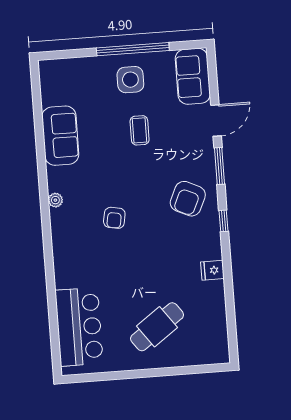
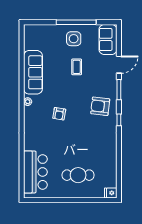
sofa: (60, 136) -> (33, 72), width x1.36
armchair: (188, 199) -> (100, 106), turned 72
fridge: (212, 270) -> (111, 193), moved
cafe table: (157, 327) -> (78, 175), turned 36

